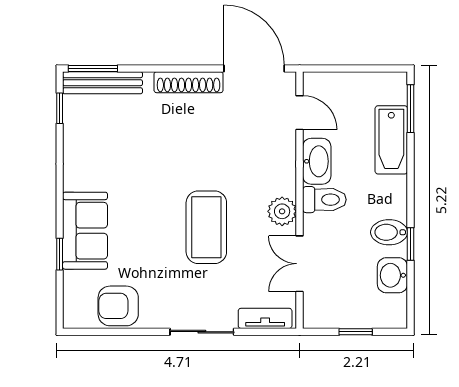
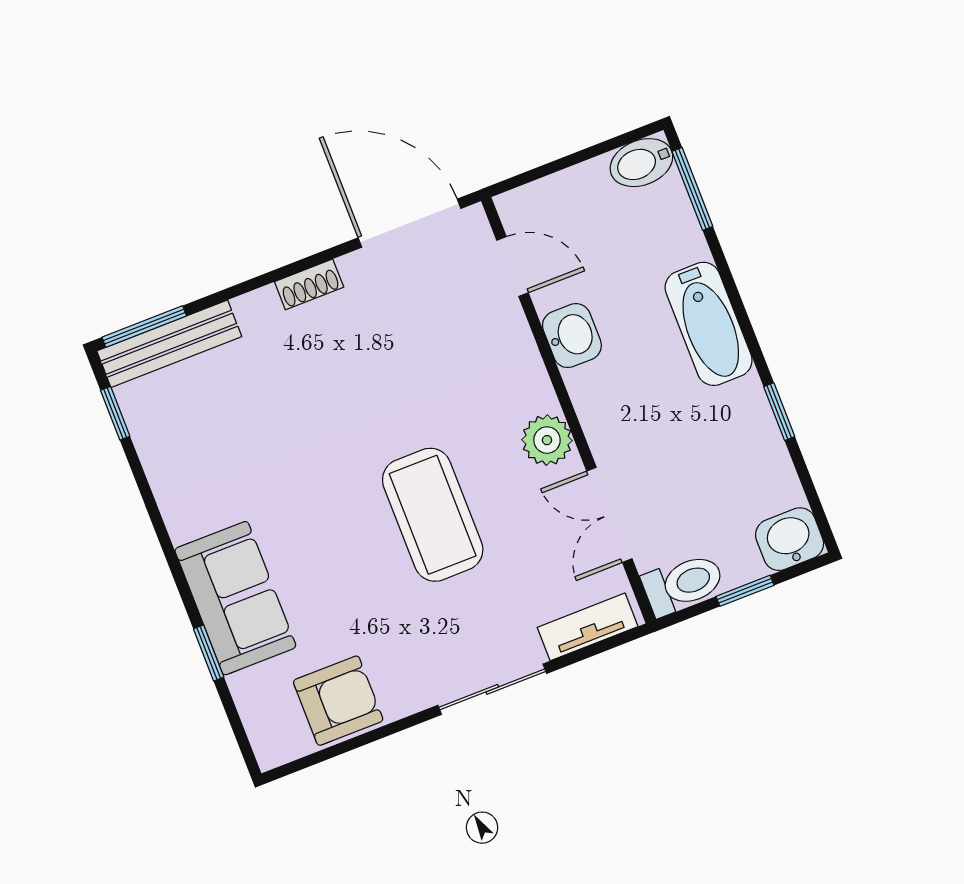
shoe rack: (189, 82) -> (309, 284), width x0.51, depth x0.81
bathtub: (391, 140) -> (709, 324), moved
washbasin: (317, 161) -> (572, 336), width x0.72
toilet: (324, 200) -> (683, 584), moved
bidet: (389, 232) -> (641, 163), moved
washbasin: (392, 275) -> (790, 539), moved, turned 90
armchair: (118, 306) -> (338, 701), turned 180

